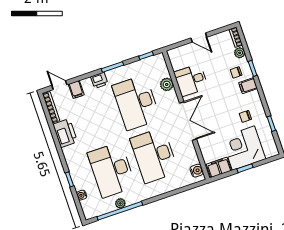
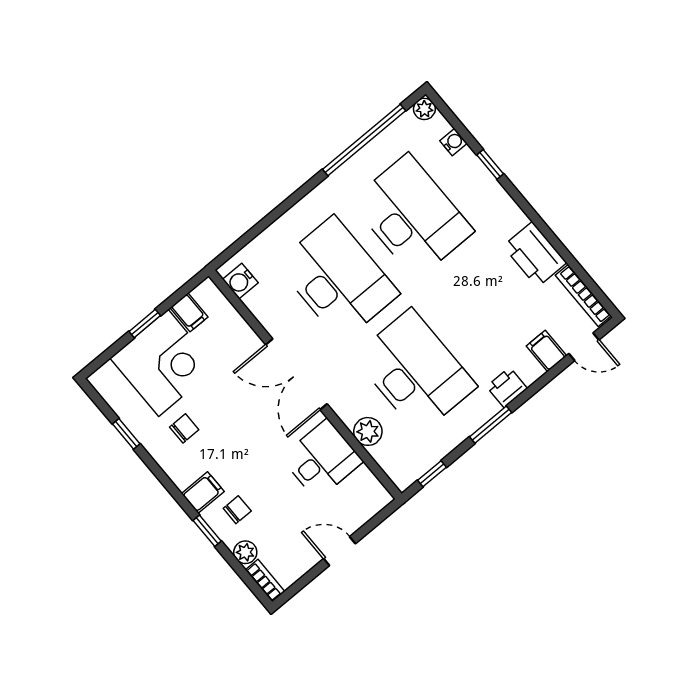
filing cabinet: (219, 167) -> (189, 312), width x0.50
plant: (120, 203) -> (424, 109), moved

